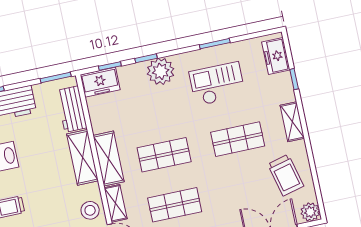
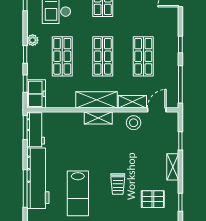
plant: (161, 71) -> (33, 40), width x0.53, depth x0.53
shop shelf: (153, 105) -> (62, 56), added
workbench: (72, 109) -> (36, 130), moved, turned -90
shelving: (83, 157) -> (98, 118), width x0.67, depth x0.75

